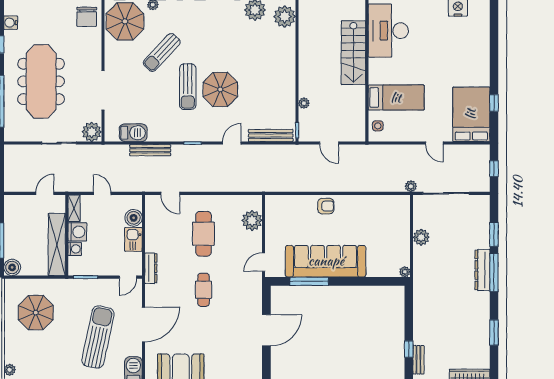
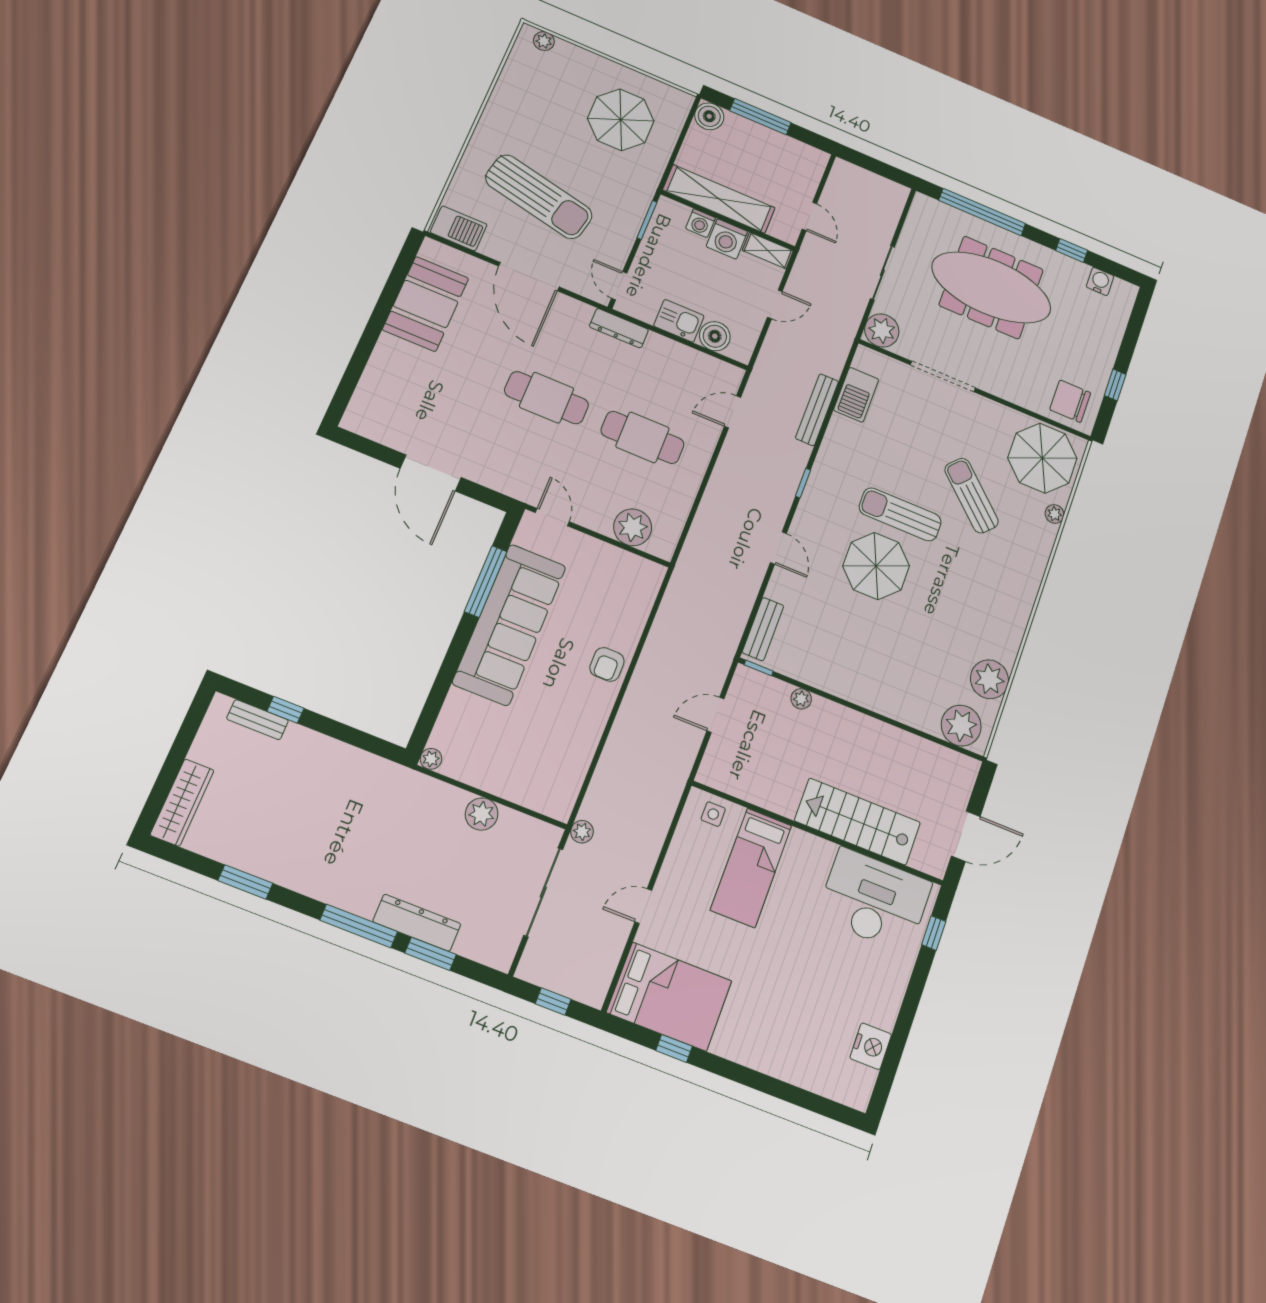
bench: (271, 135) -> (763, 629), width x0.73
dresser: (482, 270) -> (417, 923), moved
cafe table: (204, 290) -> (547, 398), width x1.37, depth x1.35

